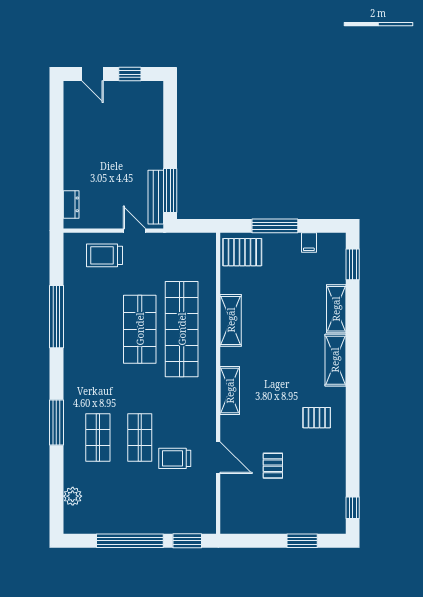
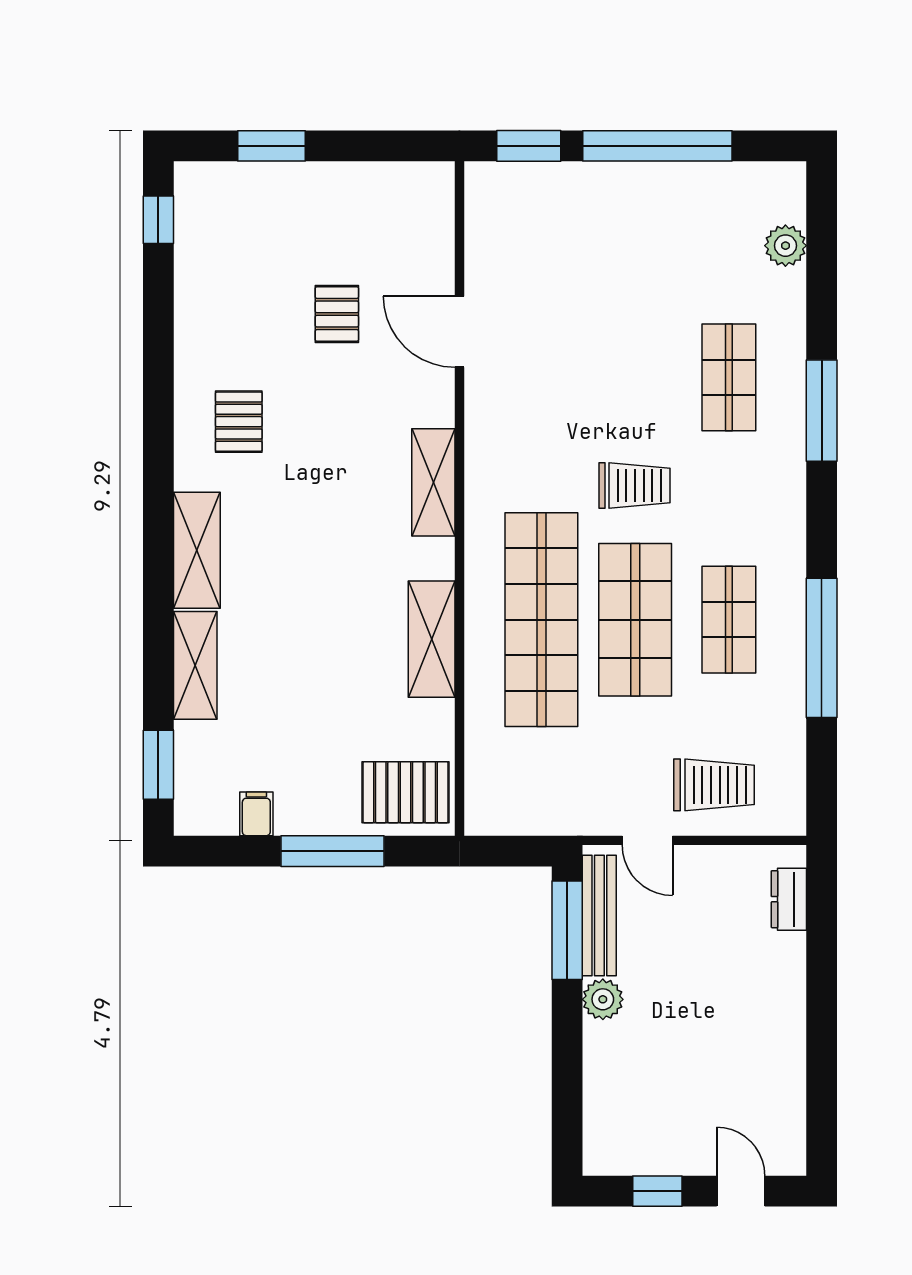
plant: (154, 160) -> (603, 999), added
pallet: (317, 418) -> (239, 422), turned 90
shop shelf: (140, 437) -> (729, 620), moved
trolley: (175, 458) -> (634, 485), moved

